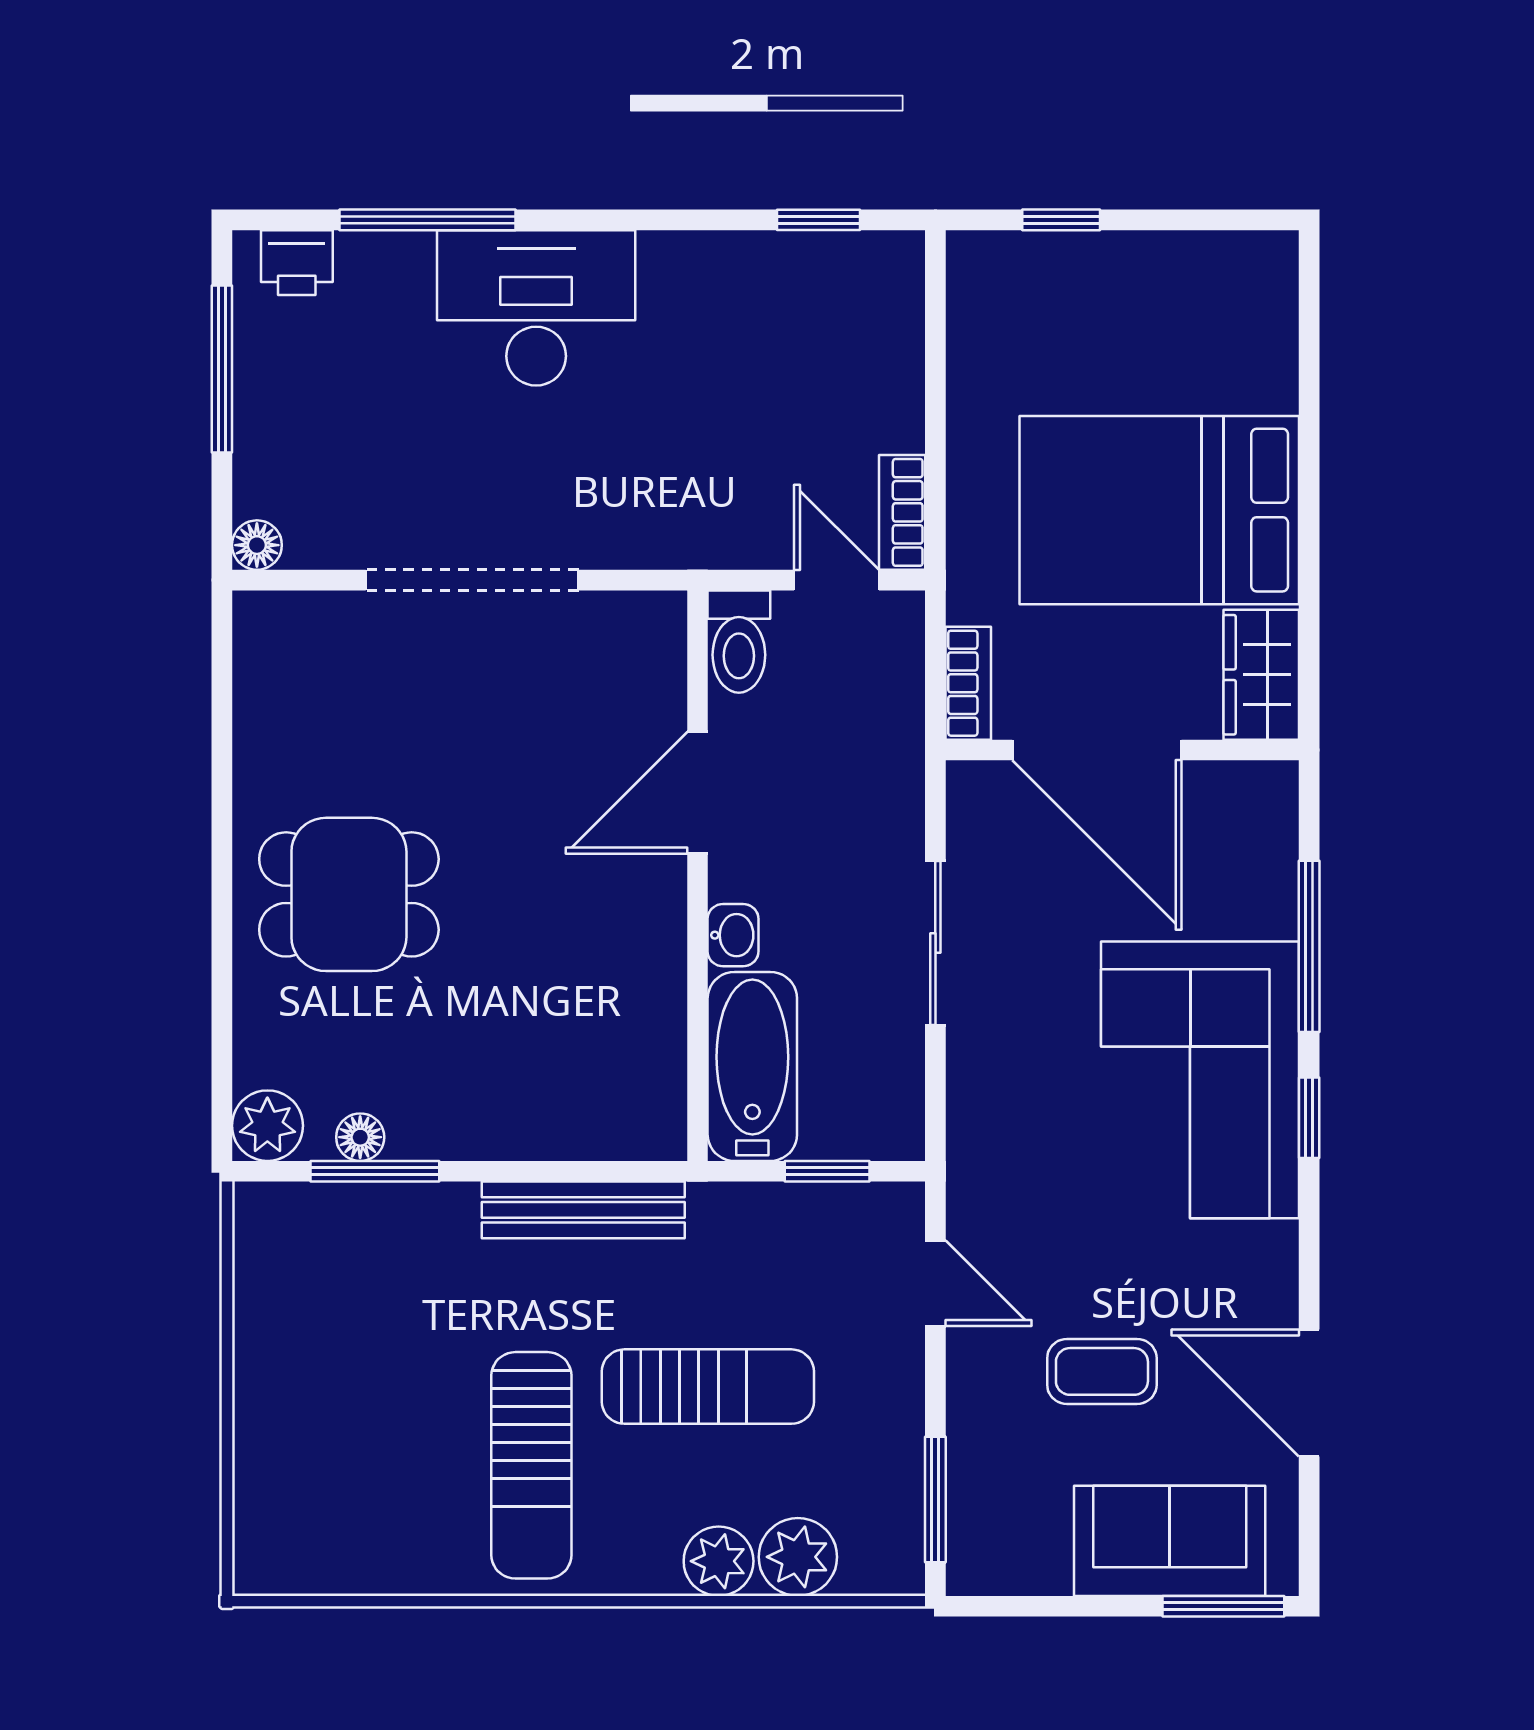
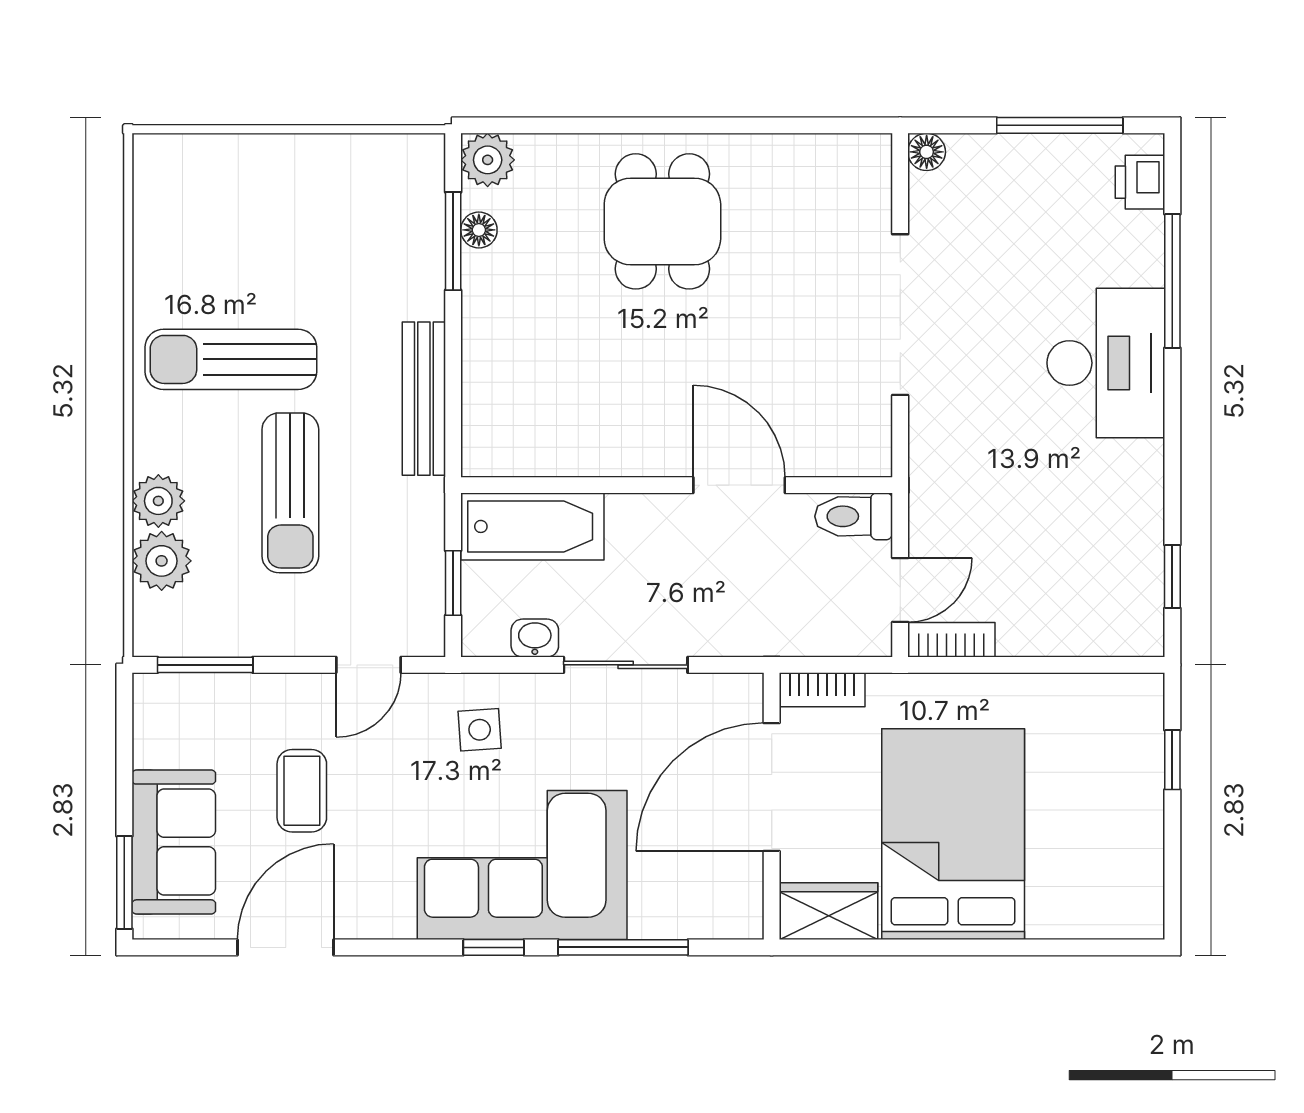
washbasin: (733, 935) -> (535, 638), moved, turned 180
side table: (1021, 1136) -> (480, 730), added

